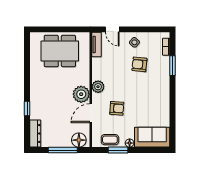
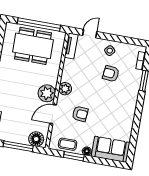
window: (62, 29) -> (39, 25), added
door: (112, 29) -> (90, 34), swing flipped

